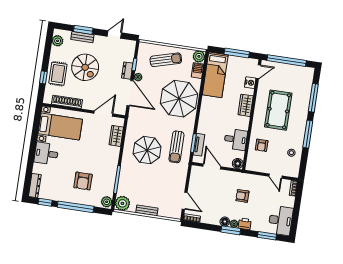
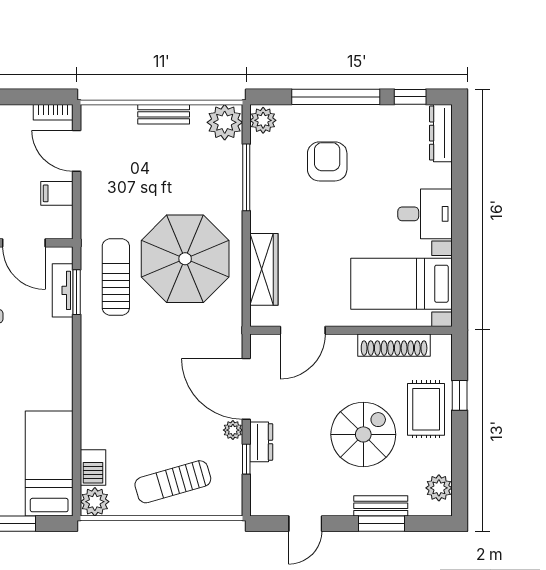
spiral stairs: (85, 67) -> (363, 434), turned 90
parasol: (179, 99) -> (127, 393), removed
wardrobe: (116, 136) -> (264, 269), width x1.50
parasol: (147, 150) -> (185, 259), width x1.36, depth x1.36
filing cabinet: (195, 185) -> (57, 193), added

